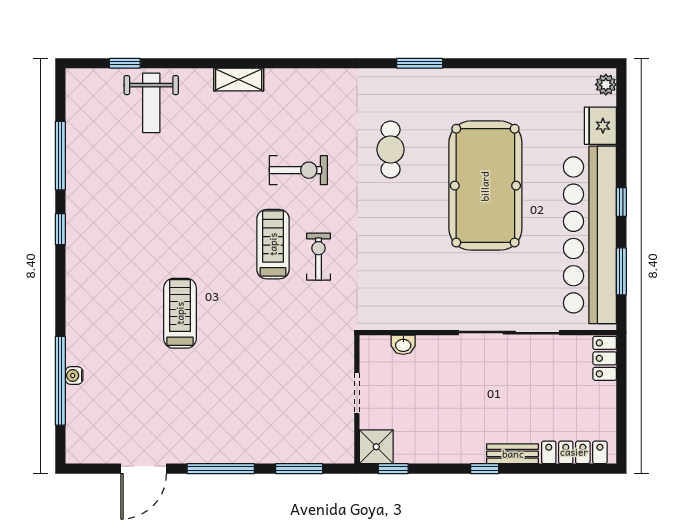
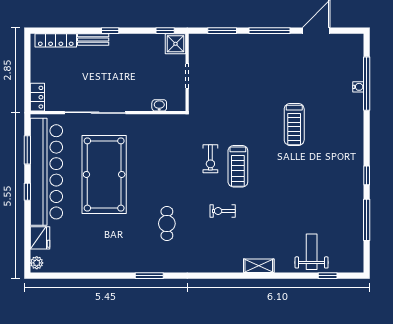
exercise bike: (298, 170) -> (223, 211), width x0.73, depth x0.72
pool table: (485, 186) -> (104, 174), moved

